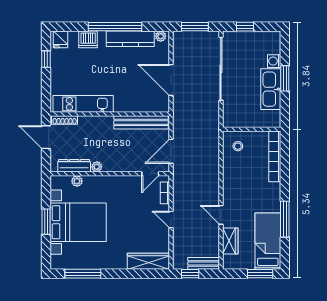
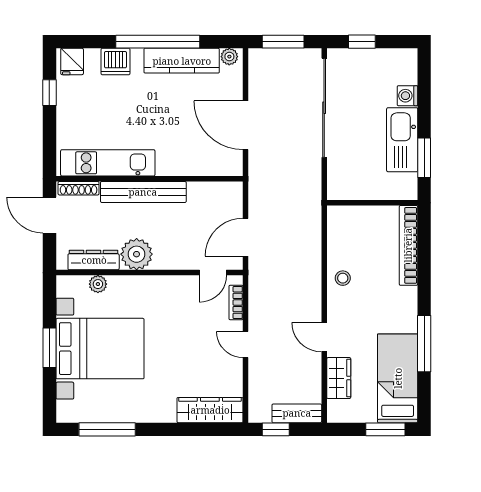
window: (285, 78) -> (424, 158), moved
bench: (141, 122) -> (143, 192), moved
stool: (238, 146) -> (343, 278), moved
plant: (97, 167) -> (137, 254), width x1.87, depth x1.87

